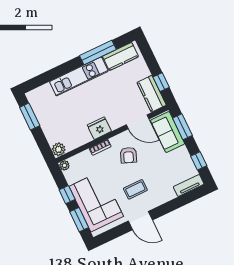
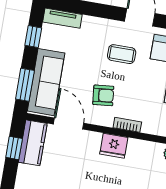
sofa: (168, 132) -> (46, 82), width x1.36
armchair: (128, 155) -> (103, 95), turned 63

